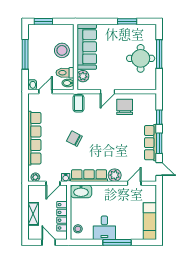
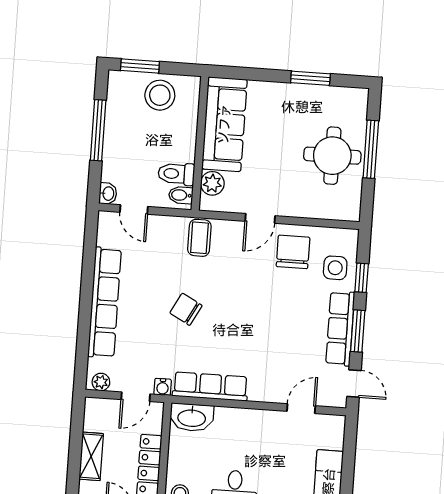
stool: (62, 50) -> (160, 95), moved
door: (45, 92) -> (134, 209), swing flipped
side table: (146, 113) -> (335, 268), added
plant: (115, 175) -> (263, 389), removed

